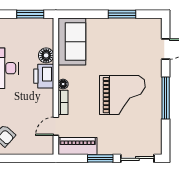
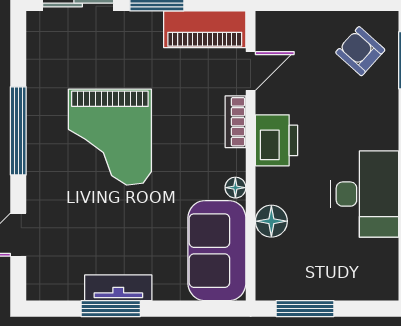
tv unit: (118, 24) -> (118, 288), added
printer: (44, 76) -> (276, 140), moved
floor lamp: (63, 84) -> (235, 188), moved
grand piano: (122, 95) -> (110, 137), turned -90

